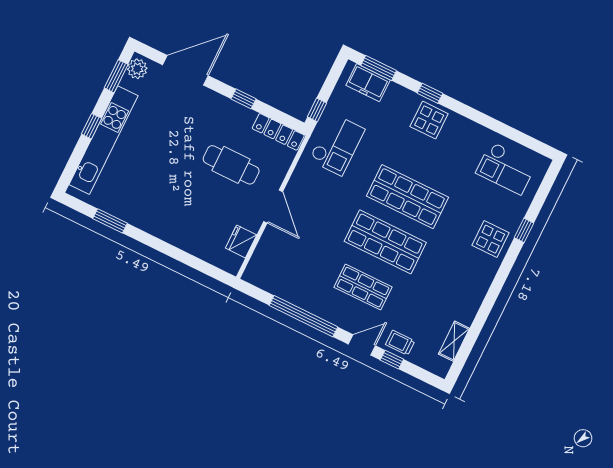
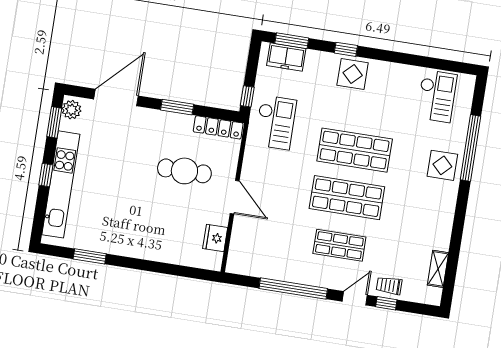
window: (243, 99) -> (177, 107), width x1.50
checkout: (506, 168) -> (437, 96), turned -90
window: (524, 230) -> (471, 148), width x3.17

